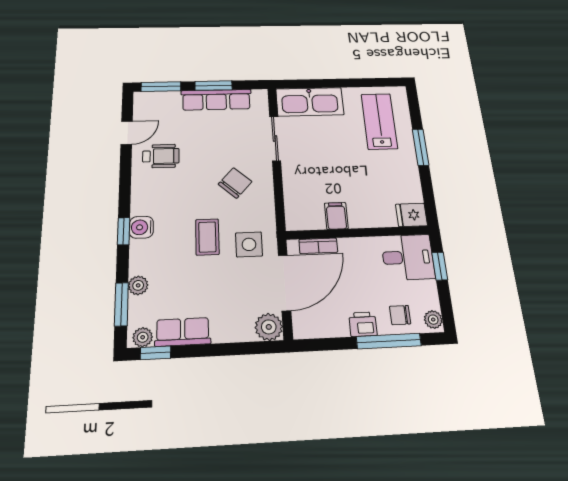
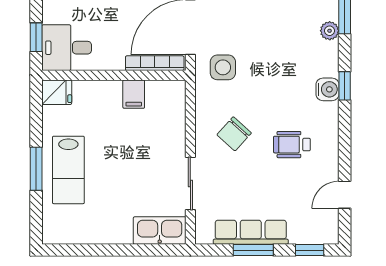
window: (161, 87) -> (310, 250), width x0.67
kitchen sink: (310, 102) -> (160, 231), width x0.73, depth x0.81
lab bench: (379, 121) -> (68, 170), moved
wheelchair: (161, 156) -> (292, 145), moved
coffee table: (207, 237) -> (263, 77), removed
bookcase: (318, 246) -> (155, 63), width x1.56

